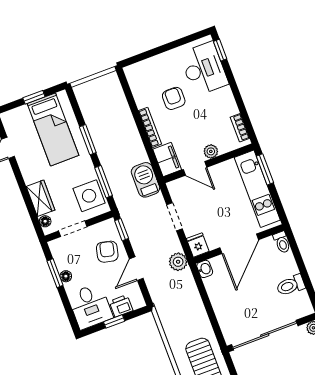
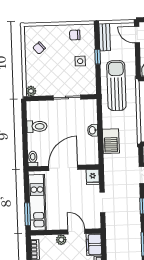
barbecue: (145, 180) -> (111, 141), moved
plant: (178, 262) -> (111, 170), removed
washbasin: (205, 269) -> (93, 130), moved
sliding door: (265, 335) -> (67, 98), width x0.54

